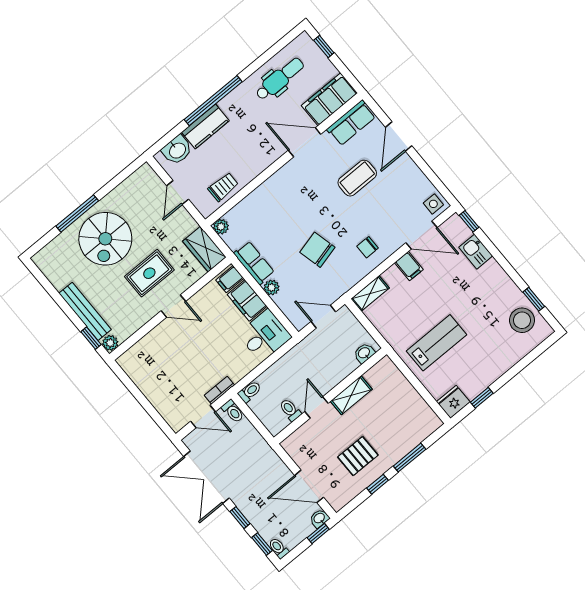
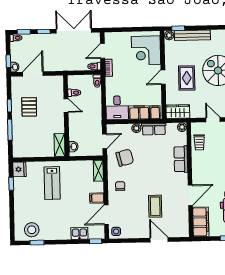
row of seats: (351, 123) -> (181, 159), moved
chair: (317, 250) -> (125, 158), moved
corner desk: (156, 358) -> (146, 50), added
shelving: (351, 395) -> (60, 145), moved

